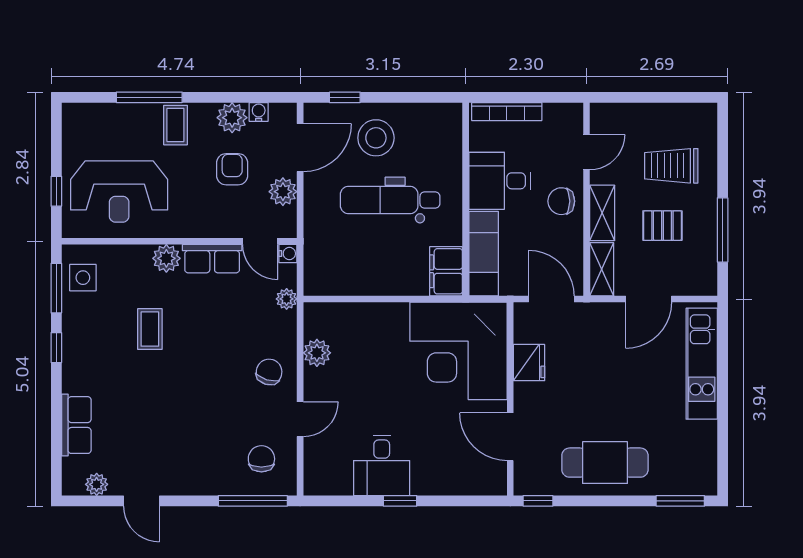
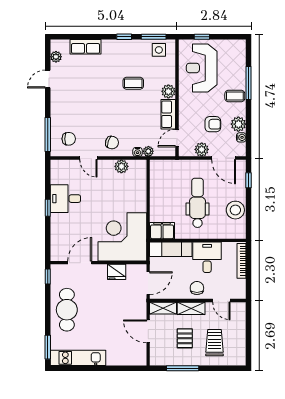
stool: (376, 138) -> (235, 210), moved
water cooler: (288, 254) -> (138, 152), moved
kitchen unit: (702, 364) -> (78, 358), moved

